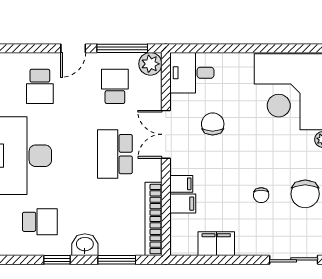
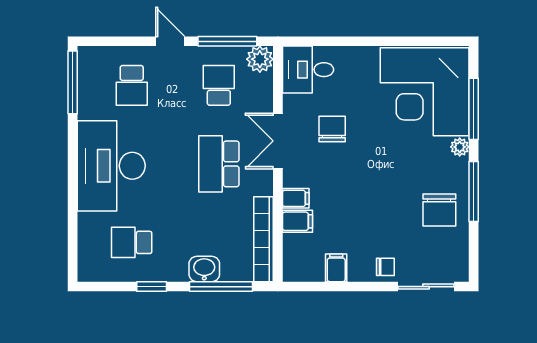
door: (73, 48) -> (170, 41), swing flipped
chair: (261, 195) -> (385, 267), moved, turned -90
school desk: (40, 222) -> (132, 242), turned 180
filing cabinet: (216, 244) -> (336, 268), width x0.50
washbasin: (85, 245) -> (204, 269), moved
window: (117, 260) -> (221, 287), width x1.44

